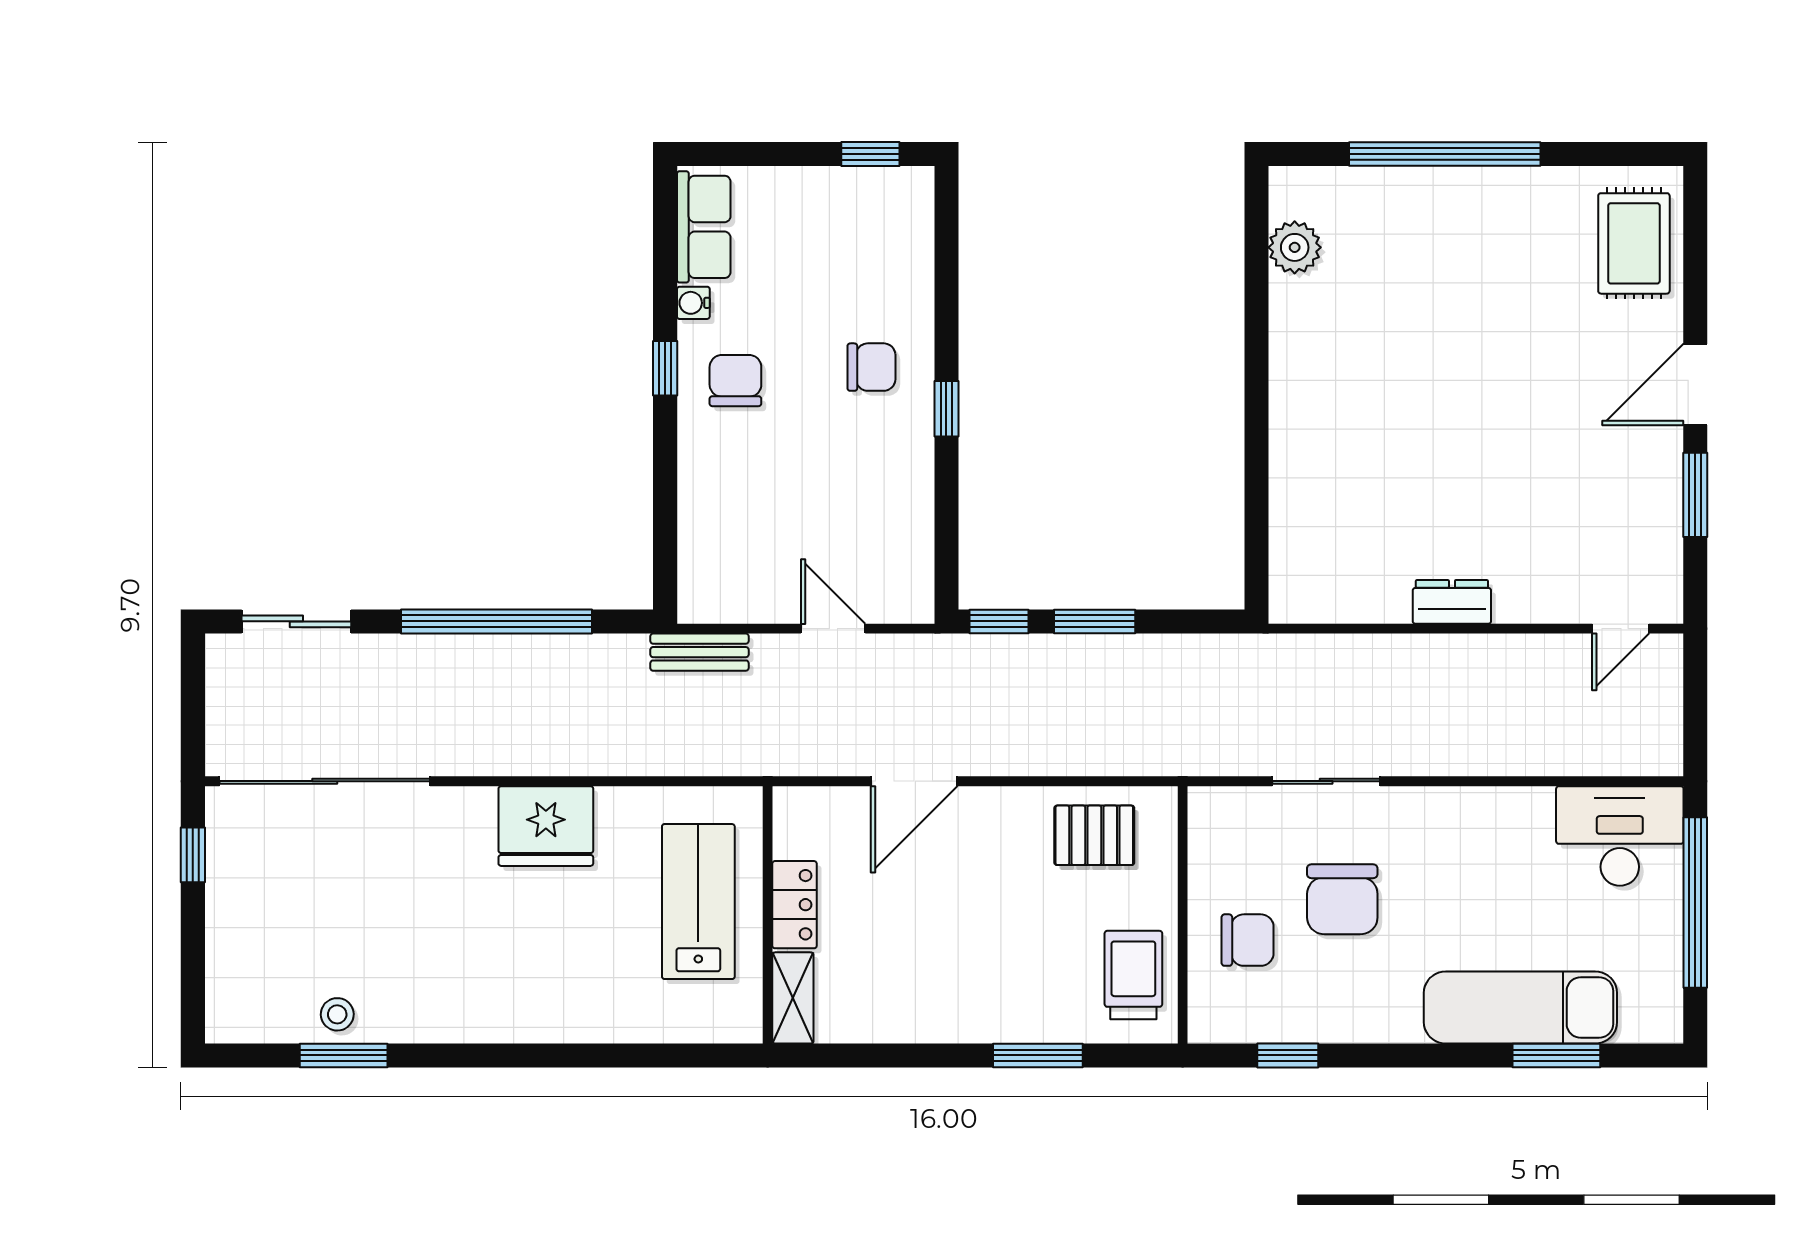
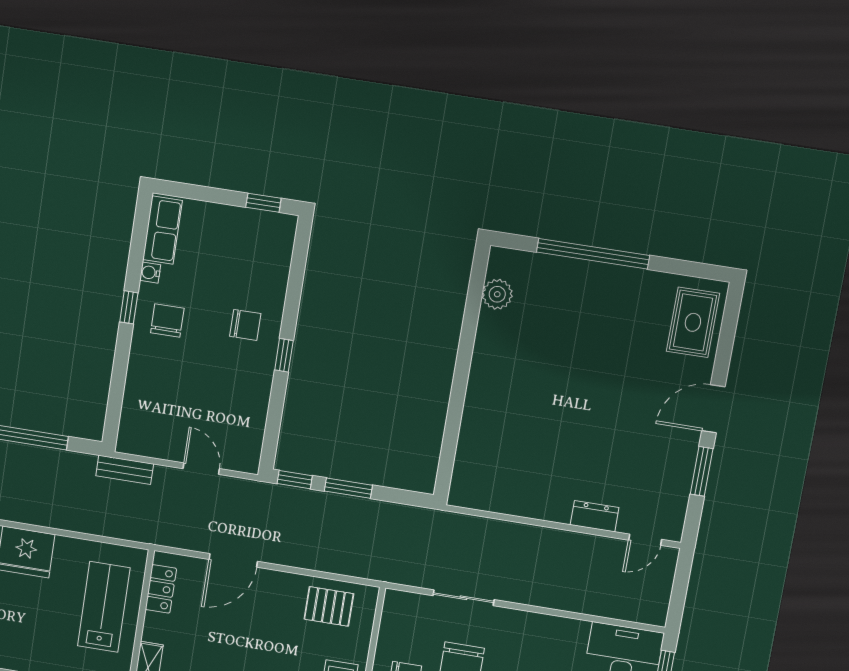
dresser: (1452, 602) -> (595, 516), moved
locker: (794, 905) -> (161, 589), moved

